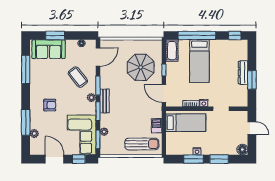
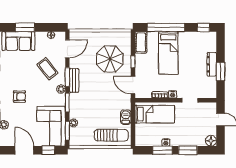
bench: (105, 101) -> (74, 80), moved

